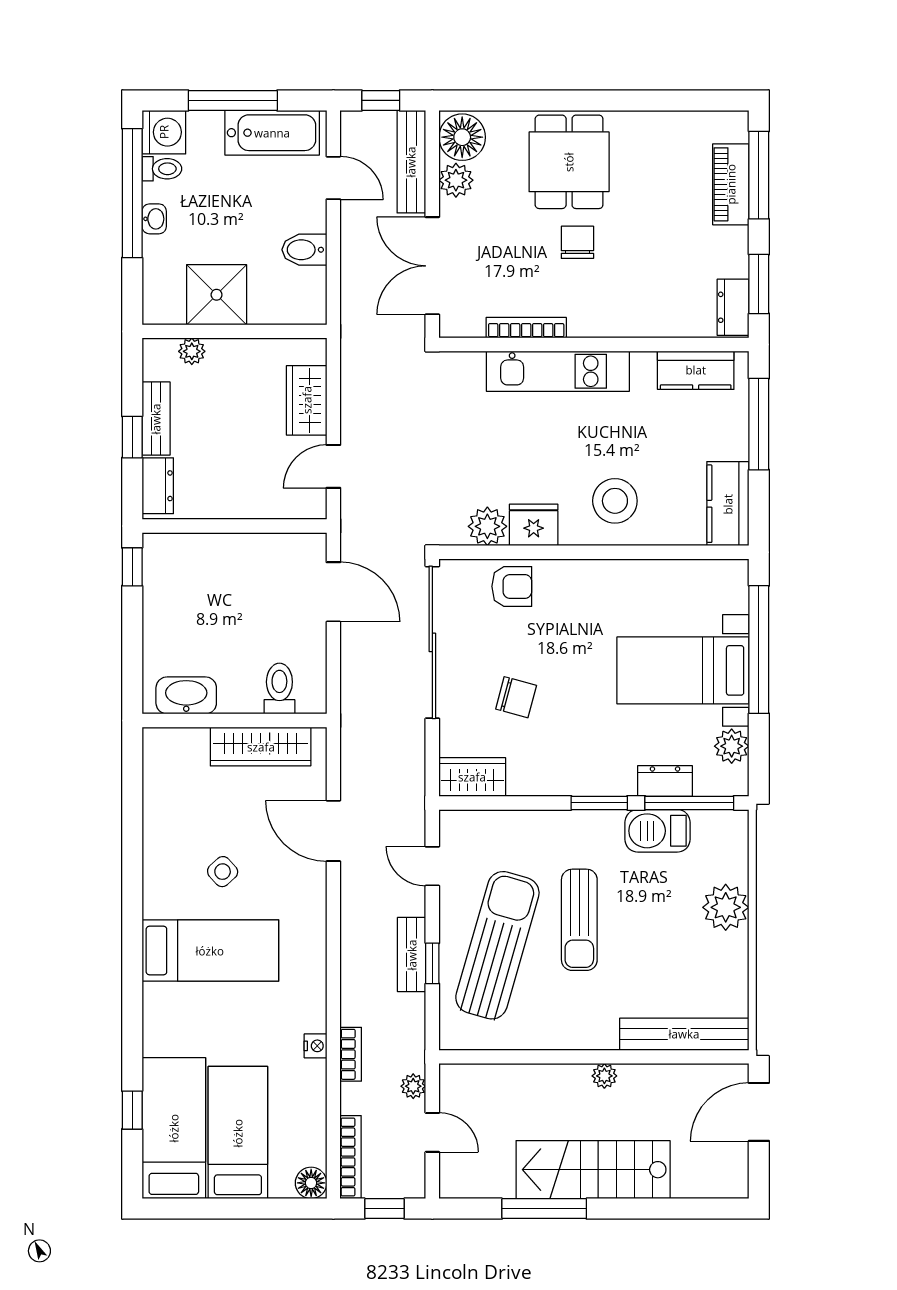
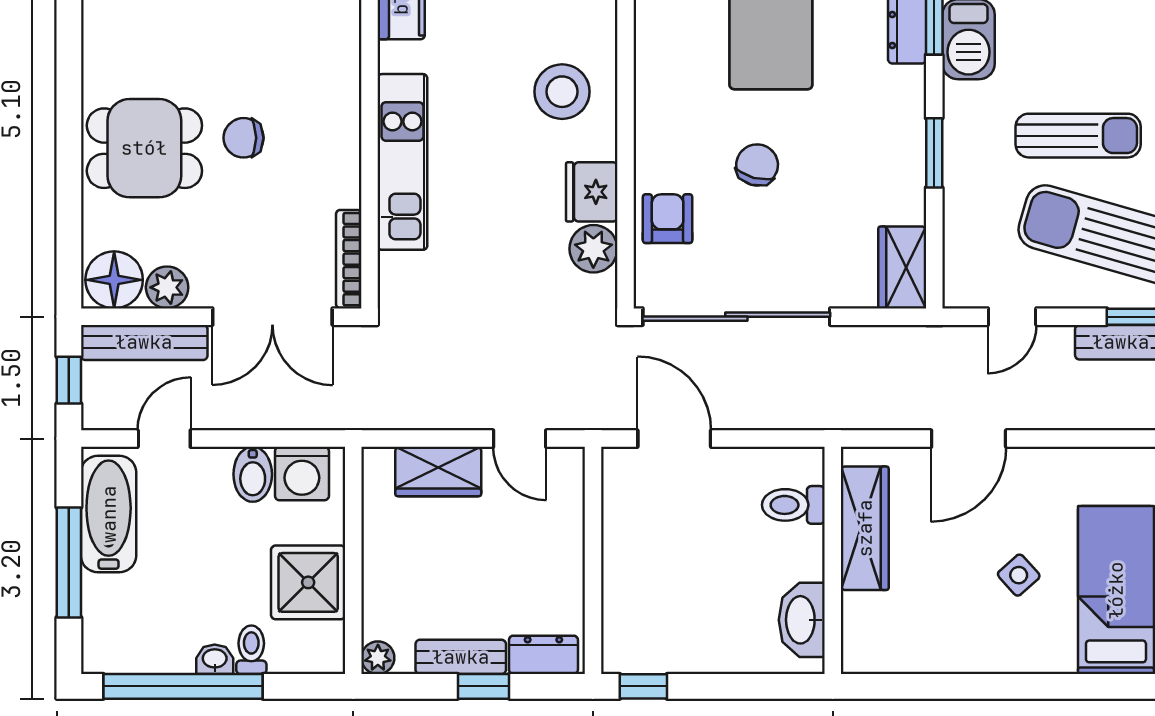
washing machine: (164, 132) -> (302, 473), moved, turned 180
toilet: (162, 169) -> (251, 650), moved
bookcase: (526, 328) -> (349, 259), moved
plant: (192, 351) -> (378, 658), moved
door: (333, 592) -> (674, 439), hinge flipped
chair: (516, 697) -> (757, 165), moved
window: (599, 803) -> (934, 153), moved

